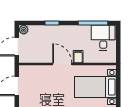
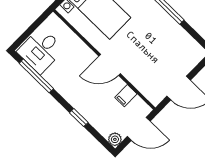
filing cabinet: (78, 57) -> (126, 96), moved
door: (62, 64) -> (110, 65), hinge flipped

